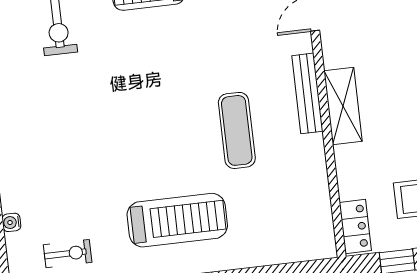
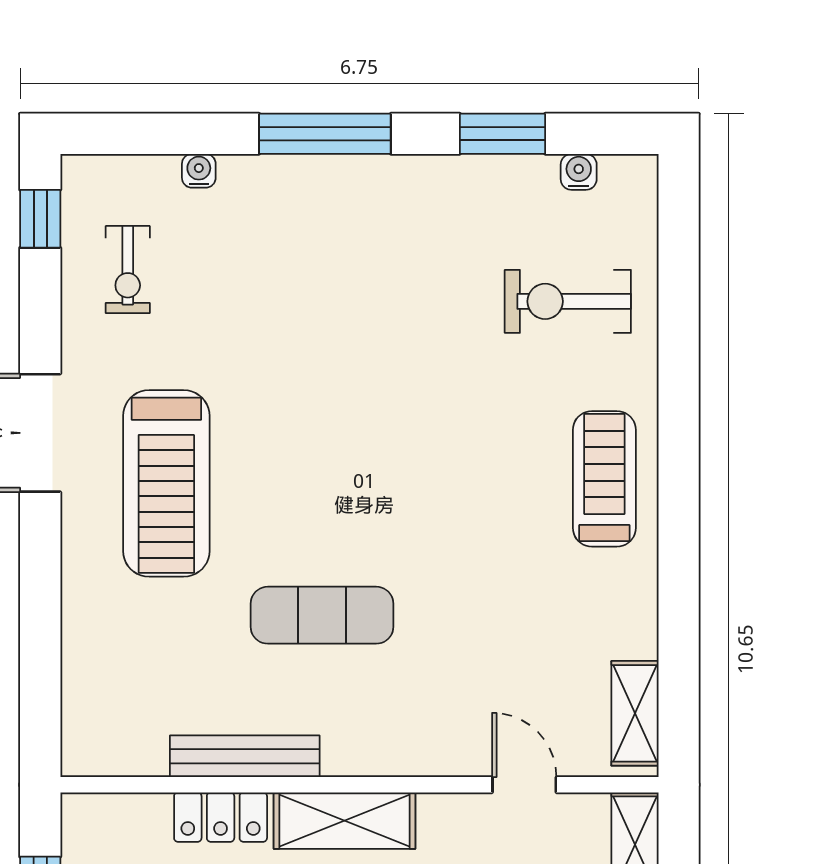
bench: (307, 93) -> (245, 756), moved
locker: (355, 227) -> (221, 817), moved

